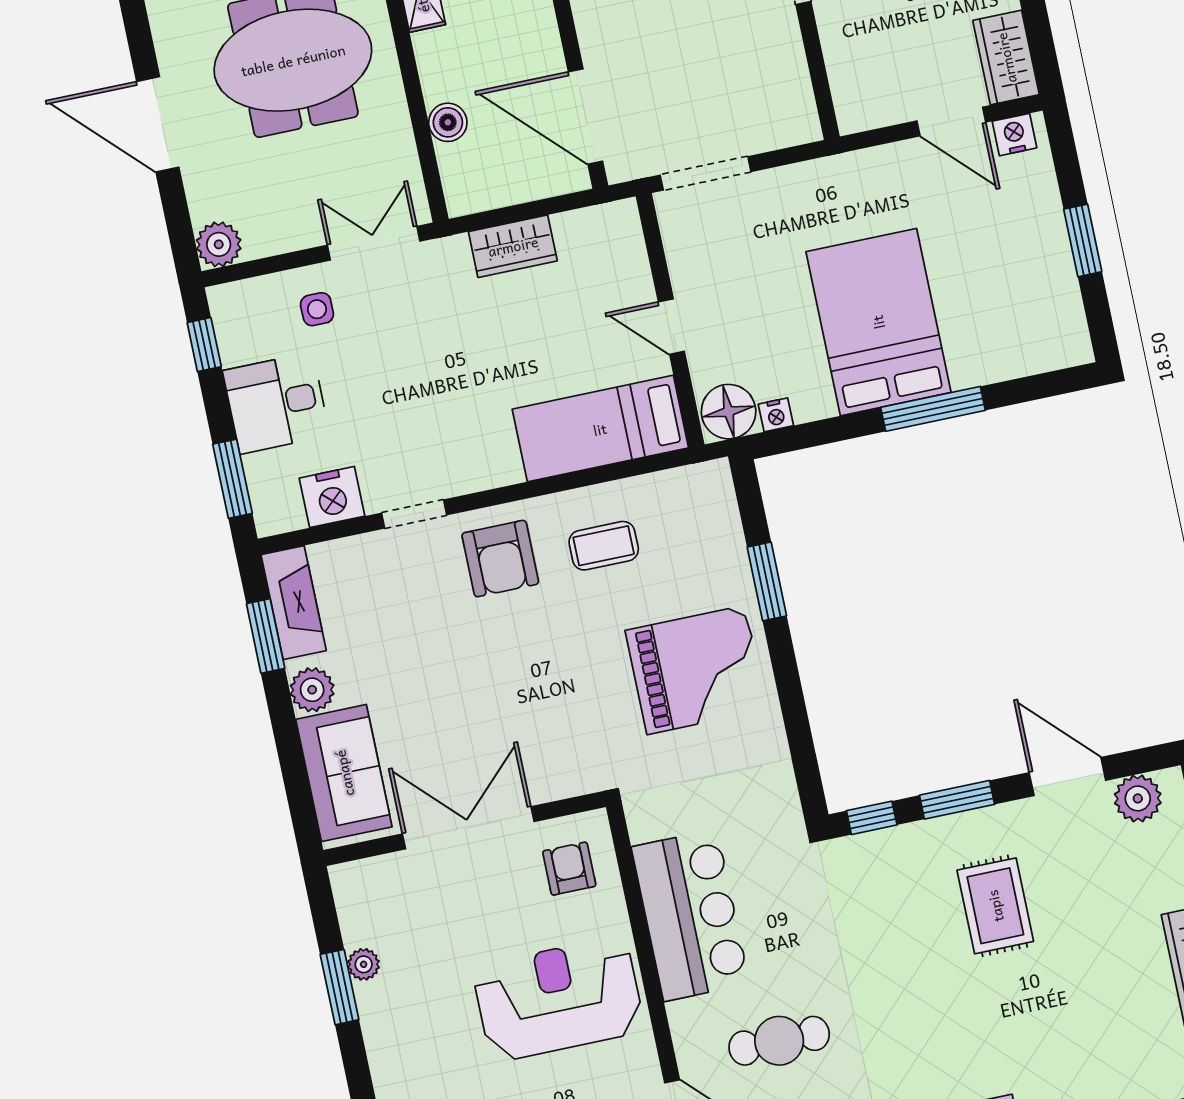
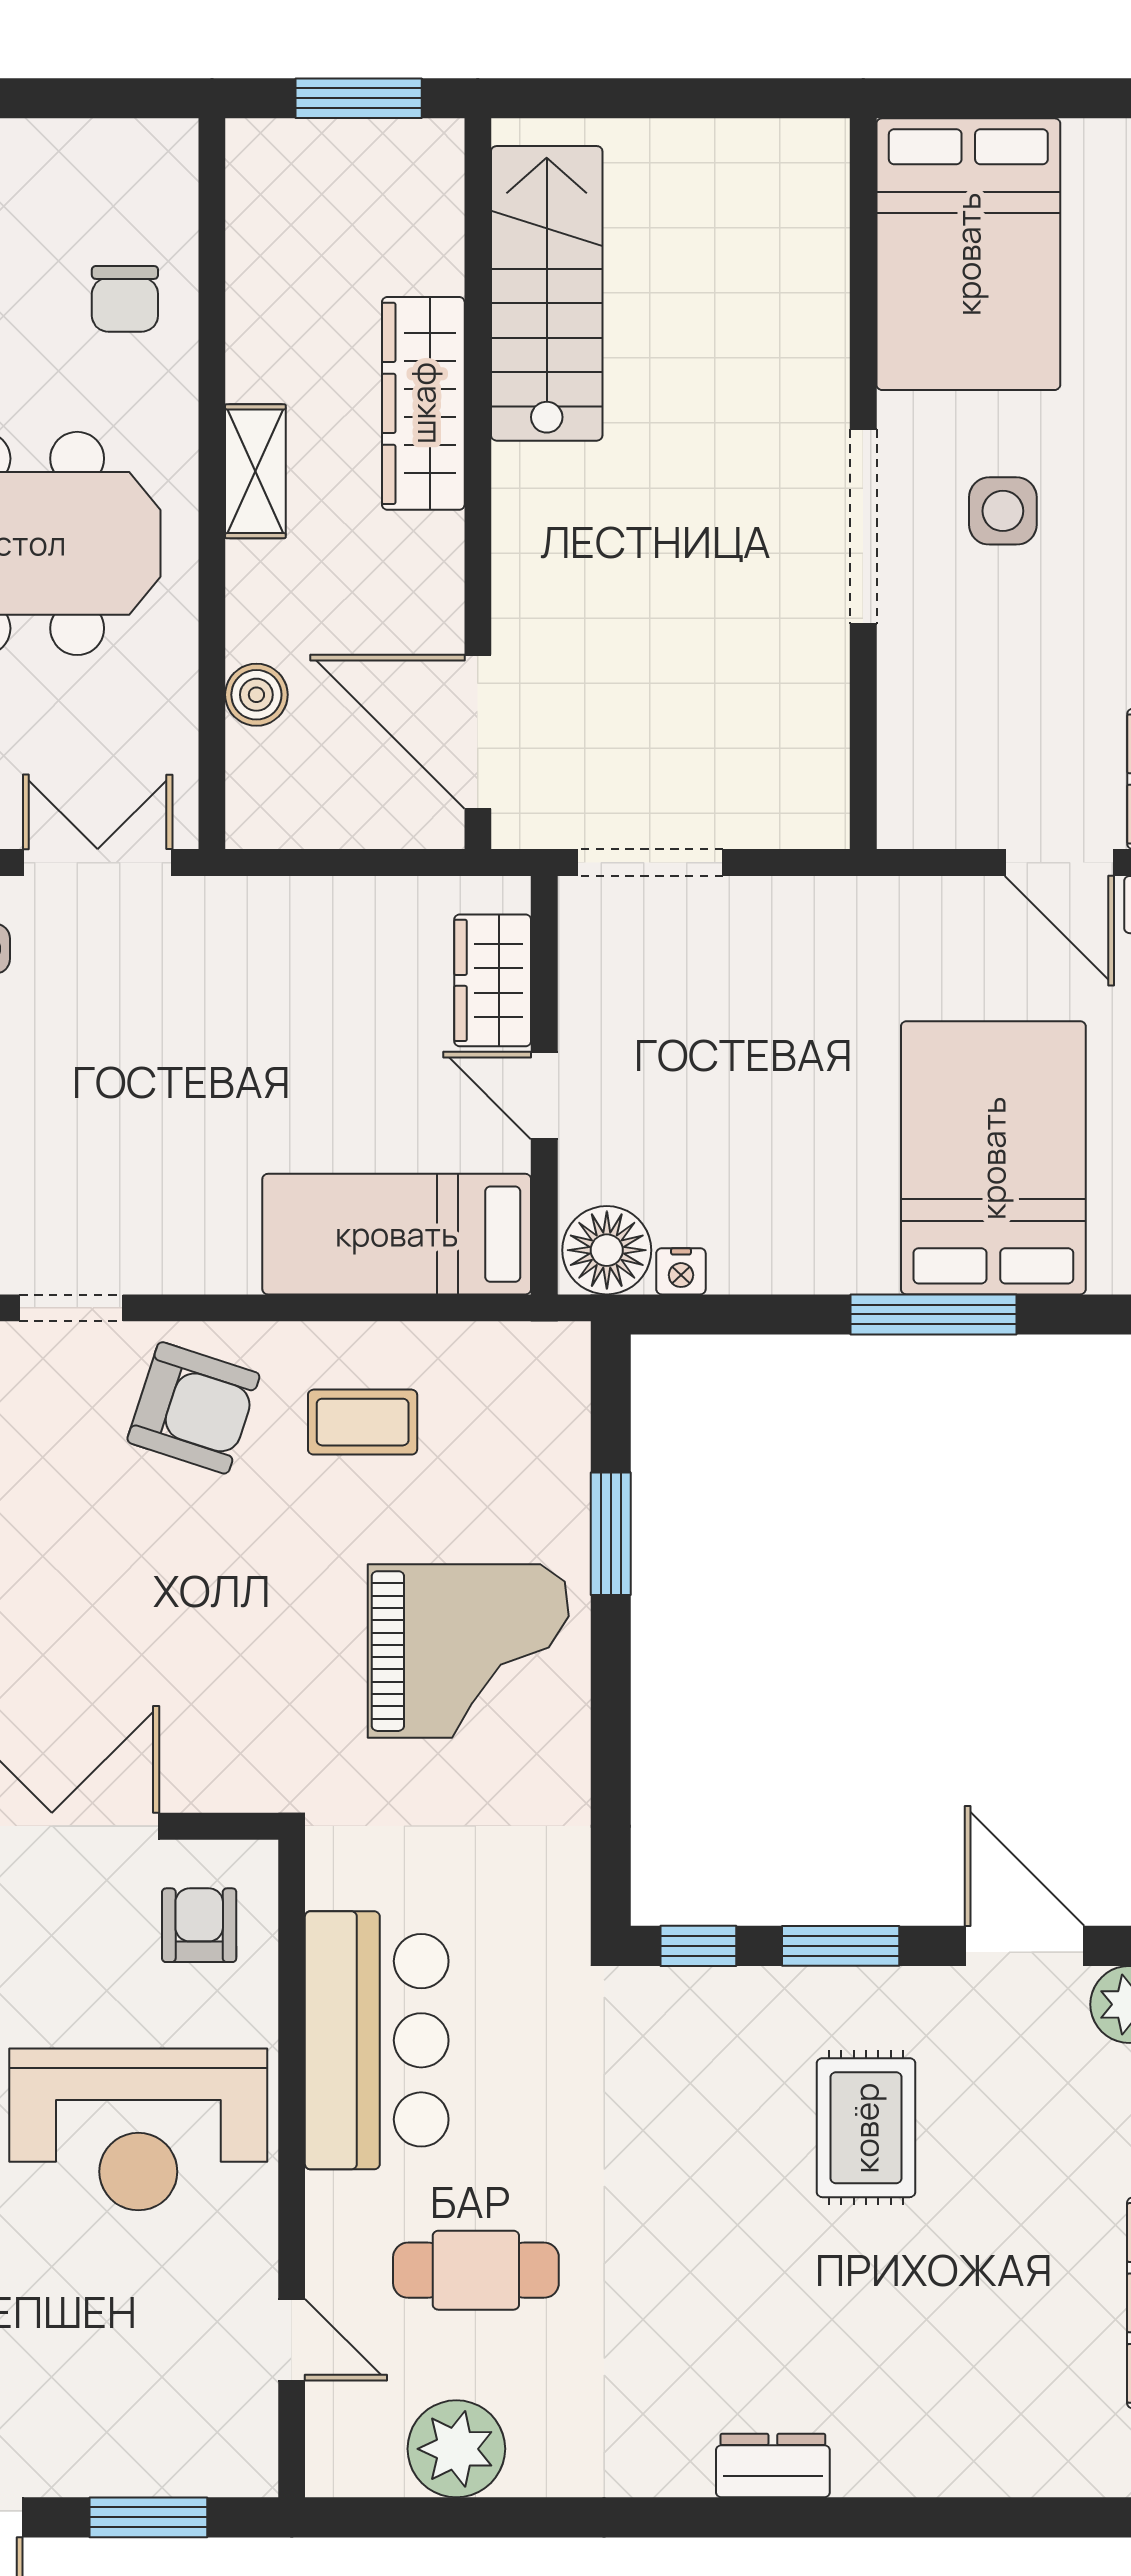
wardrobe: (513, 246) -> (493, 980), moved, turned 90
bed: (878, 322) -> (993, 1158), moved
armchair: (500, 559) -> (193, 1408), turned -72
reception desk: (558, 999) -> (138, 2129), turned 180

